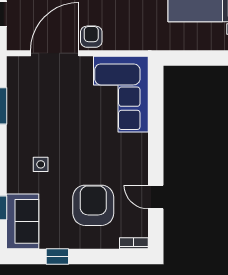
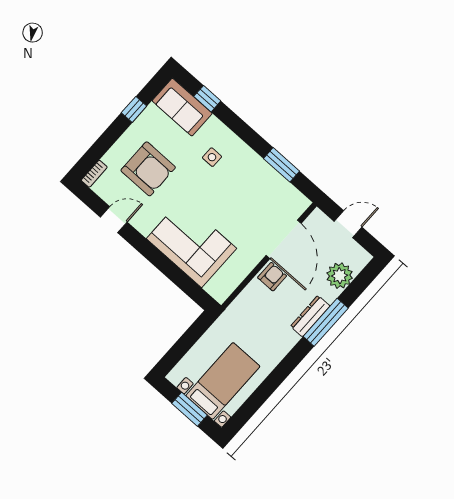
armchair: (91, 37) -> (272, 277), turned -90
corner sofa: (121, 94) -> (191, 244), moved

